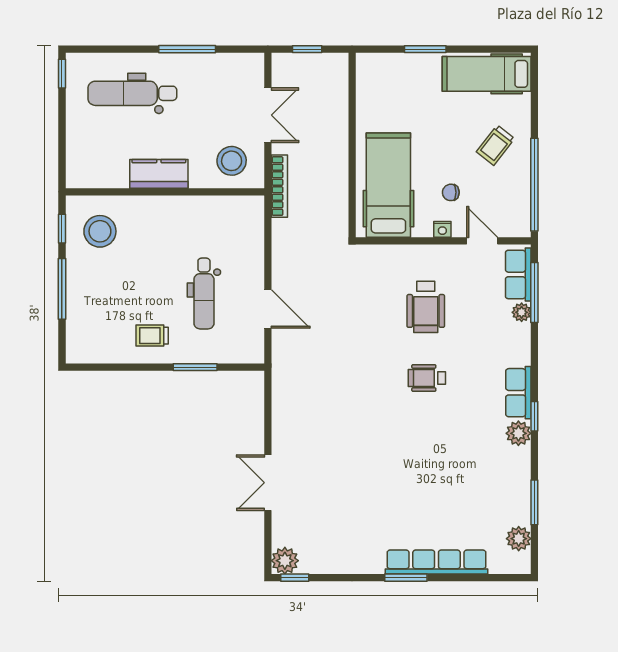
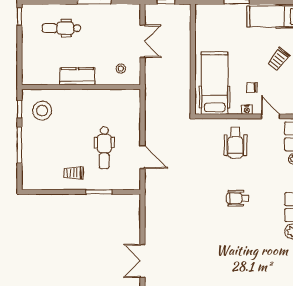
dental chair: (132, 93) -> (61, 28), width x0.73, depth x0.72
stool: (232, 161) -> (121, 68), width x0.53, depth x0.53
bookcase: (279, 186) -> (149, 84), removed
wheelchair: (426, 307) -> (235, 143), moved

